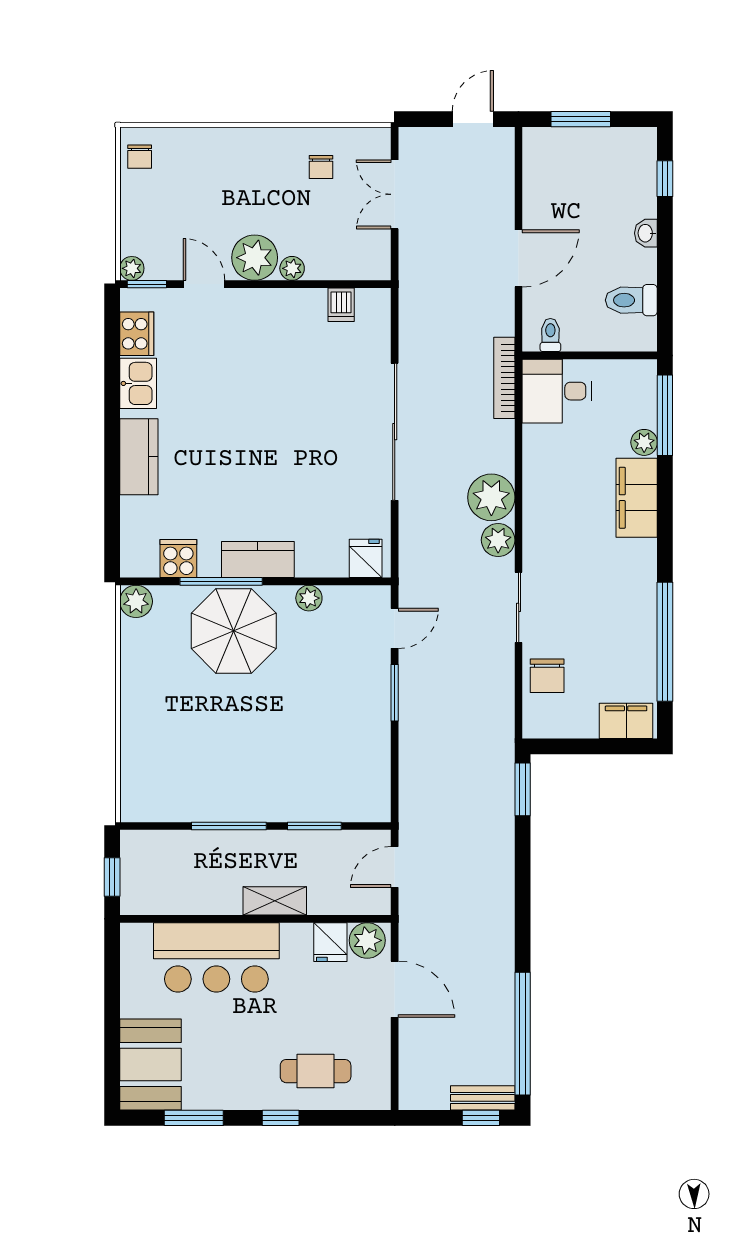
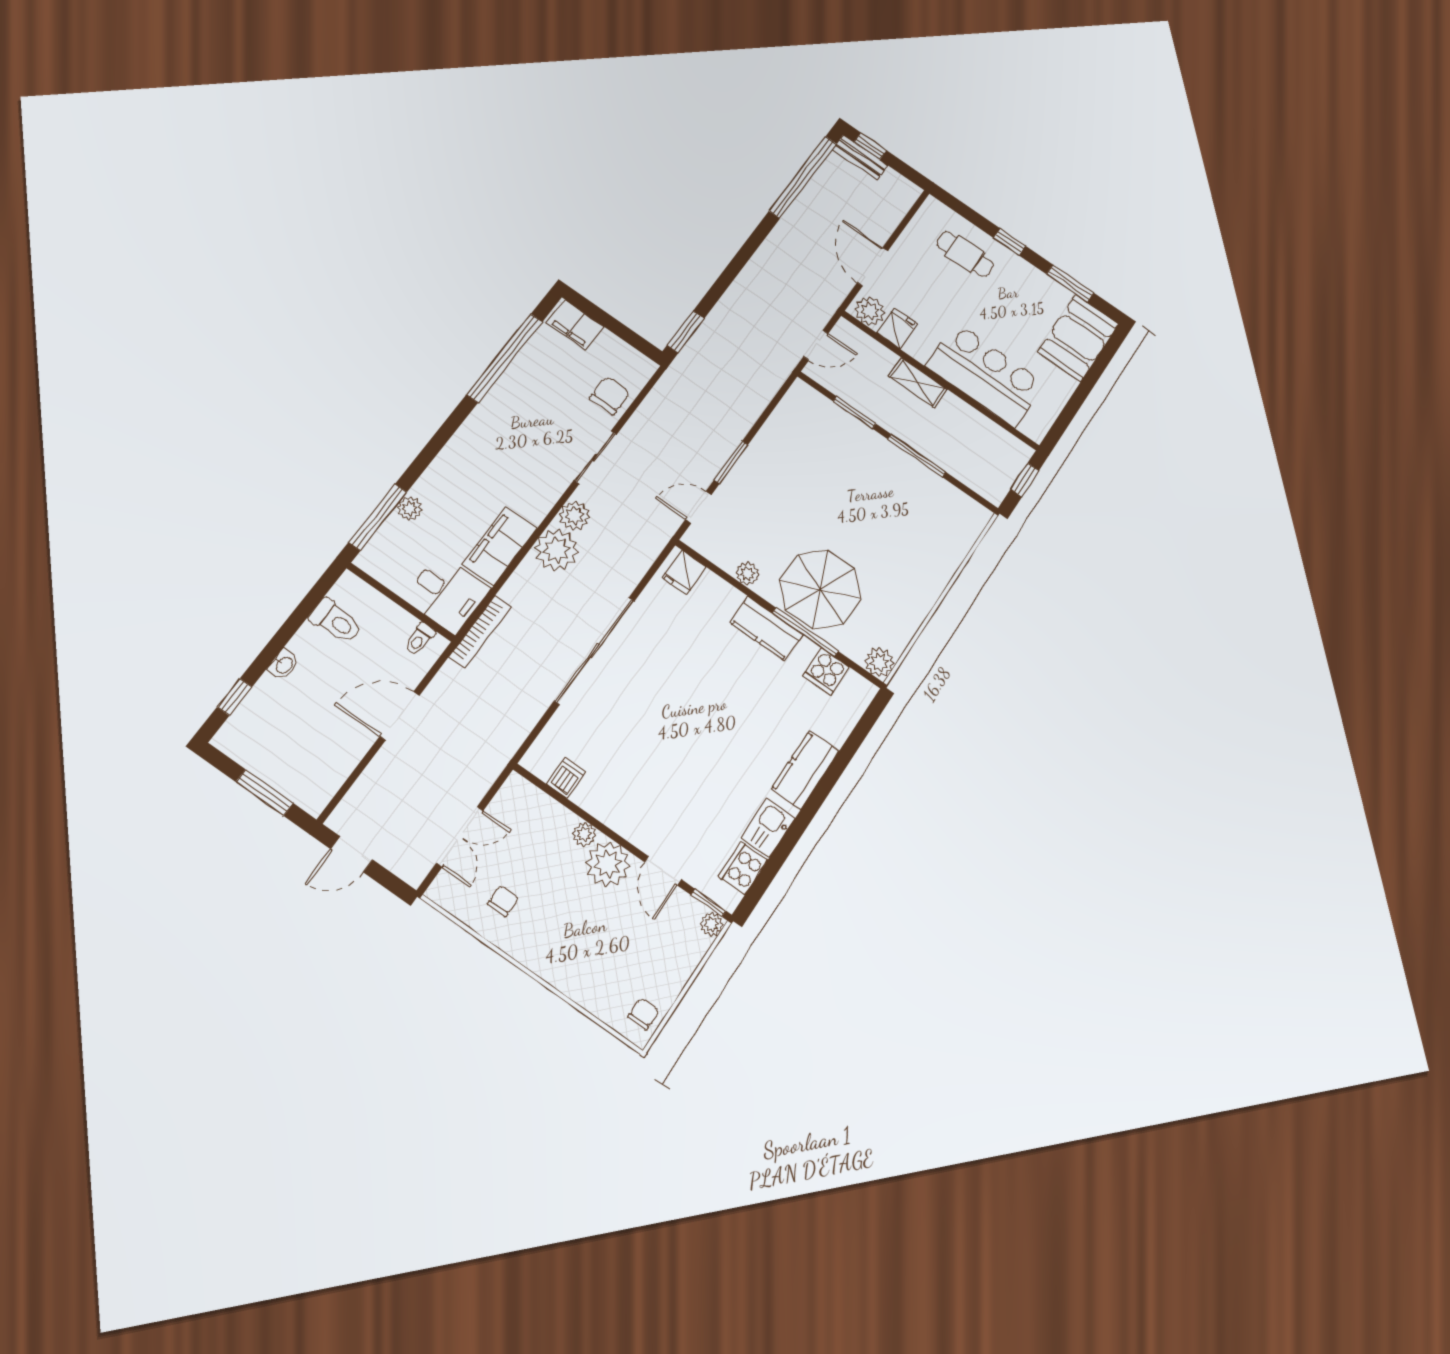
filing cabinet: (637, 498) -> (500, 546), moved, turned 180

